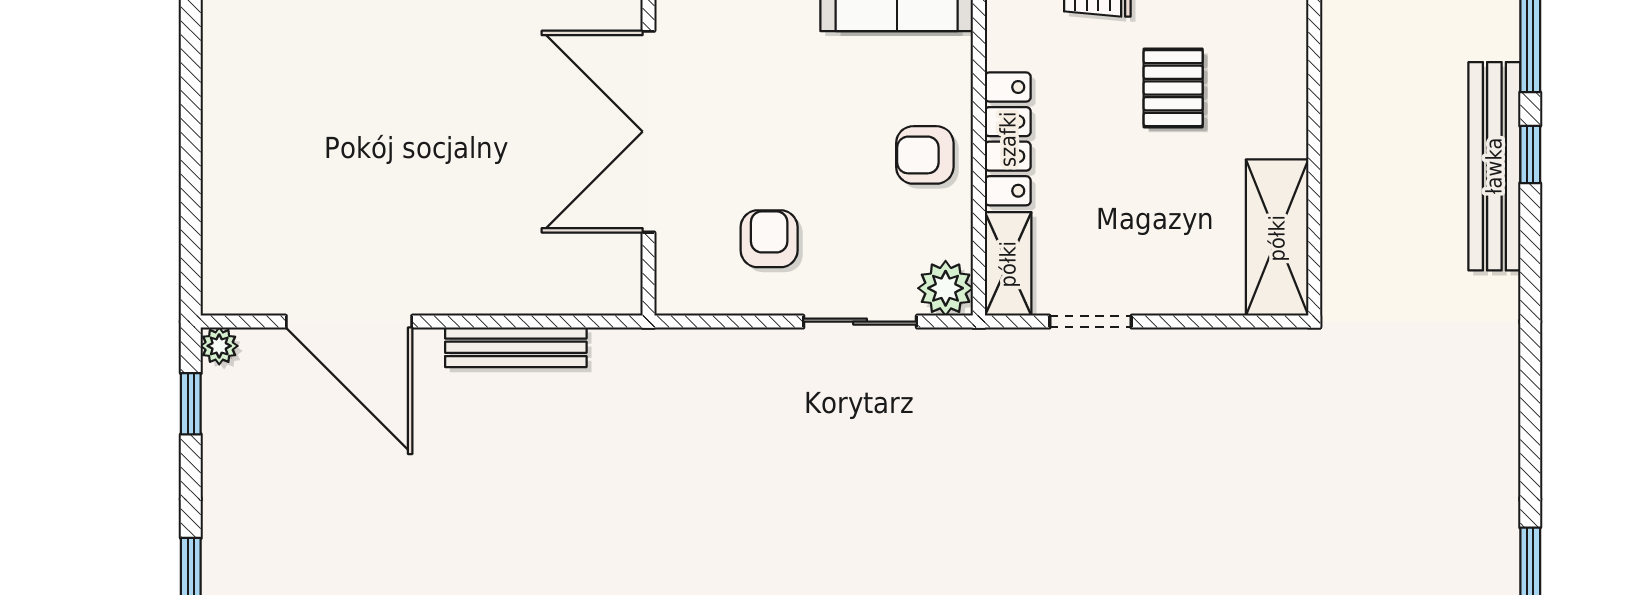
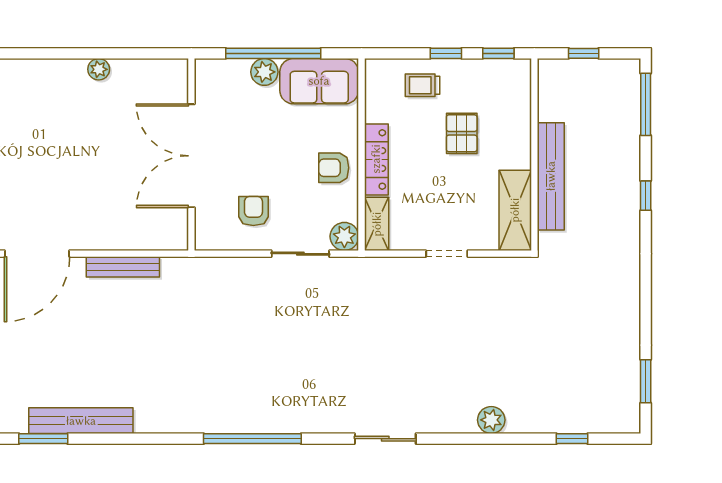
window: (1530, 155) -> (646, 196), moved
bench: (1494, 166) -> (551, 176), moved
door: (349, 322) -> (37, 254), hinge flipped
doorway: (1090, 322) -> (447, 254), moved

